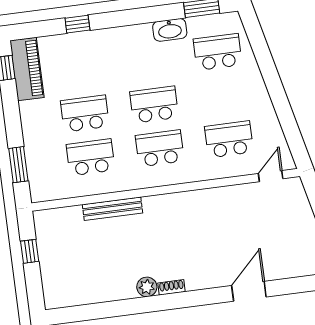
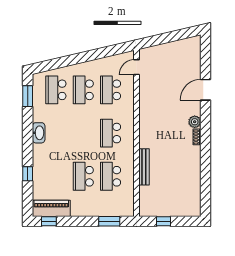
washbasin: (170, 30) -> (39, 133), moved
school desk: (154, 105) -> (83, 90), moved
door: (271, 176) -> (136, 67), hinge flipped
plant: (147, 287) -> (195, 122), moved
door: (249, 291) -> (205, 90), hinge flipped

